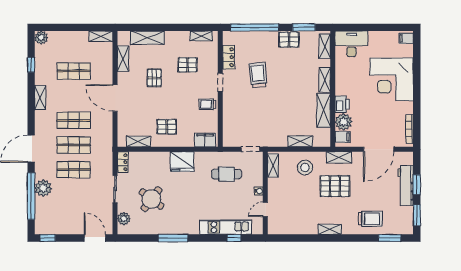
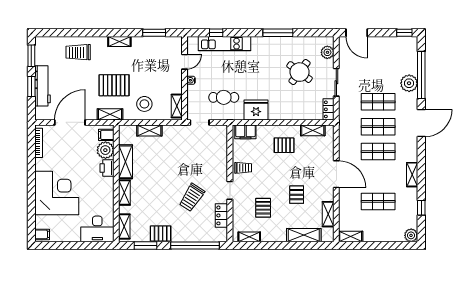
pallet: (188, 65) -> (263, 208), turned 90
trolley: (258, 75) -> (192, 197), turned 39
fridge: (182, 162) -> (256, 110), moved
window: (390, 238) -> (154, 33), moved

